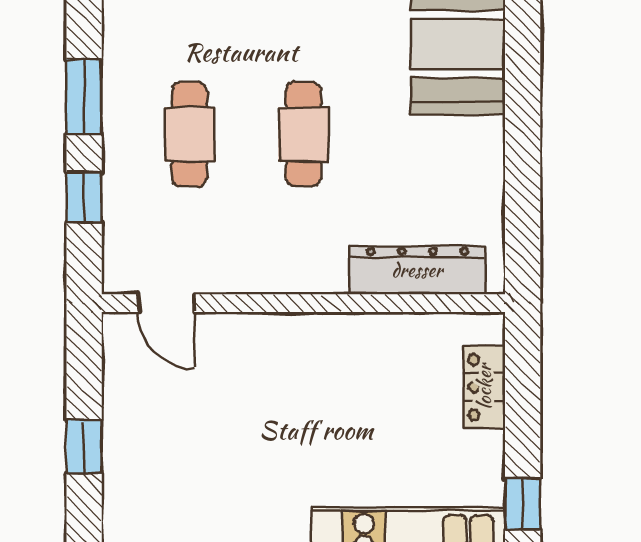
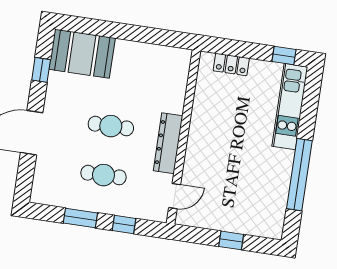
dresser: (417, 270) -> (168, 143), moved

